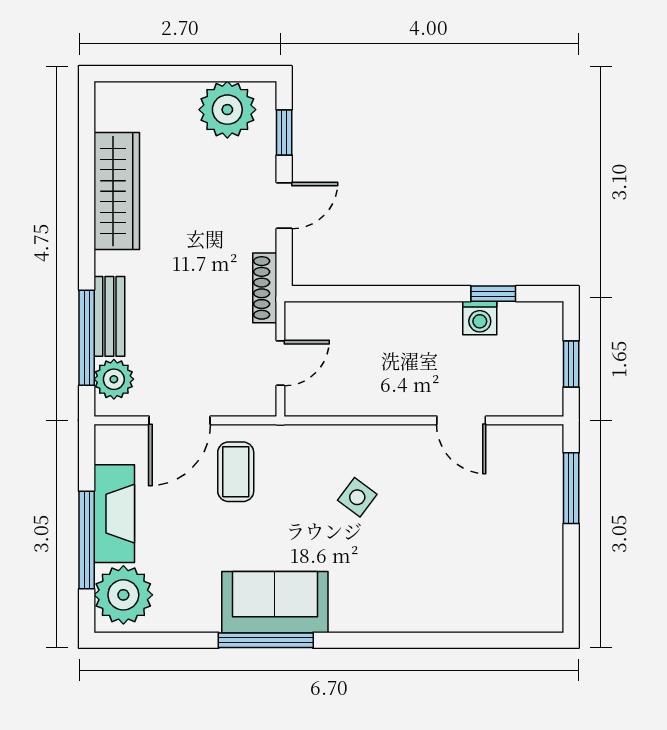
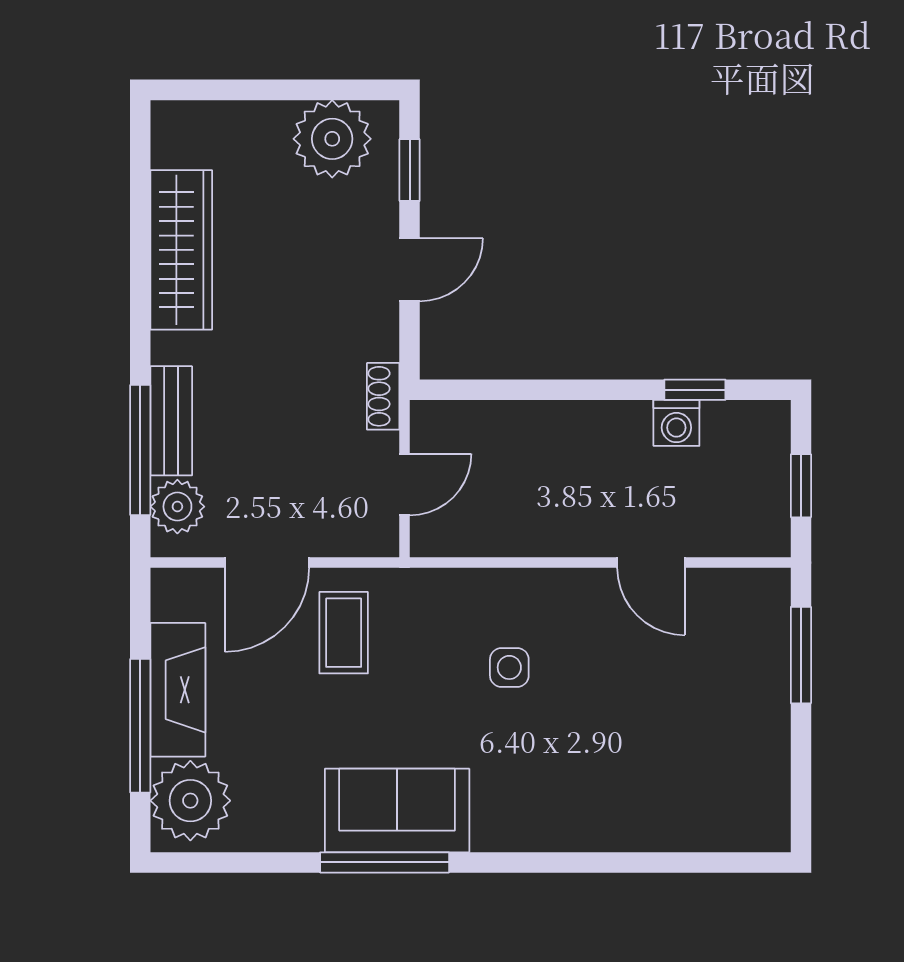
shoe rack: (265, 288) -> (383, 396), width x0.70
side table: (357, 497) -> (509, 667), turned -37

